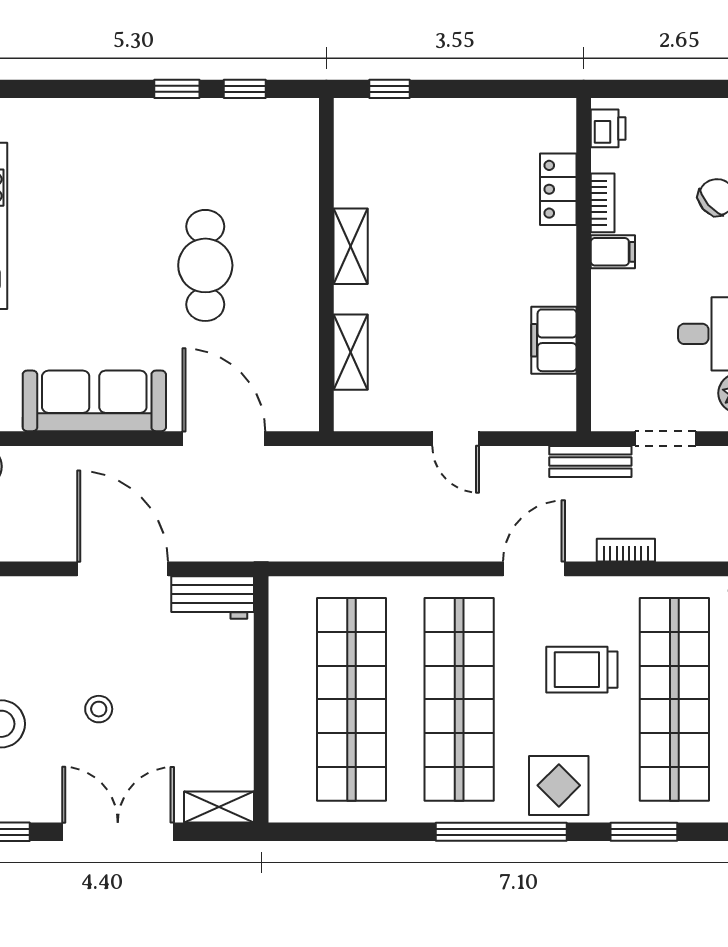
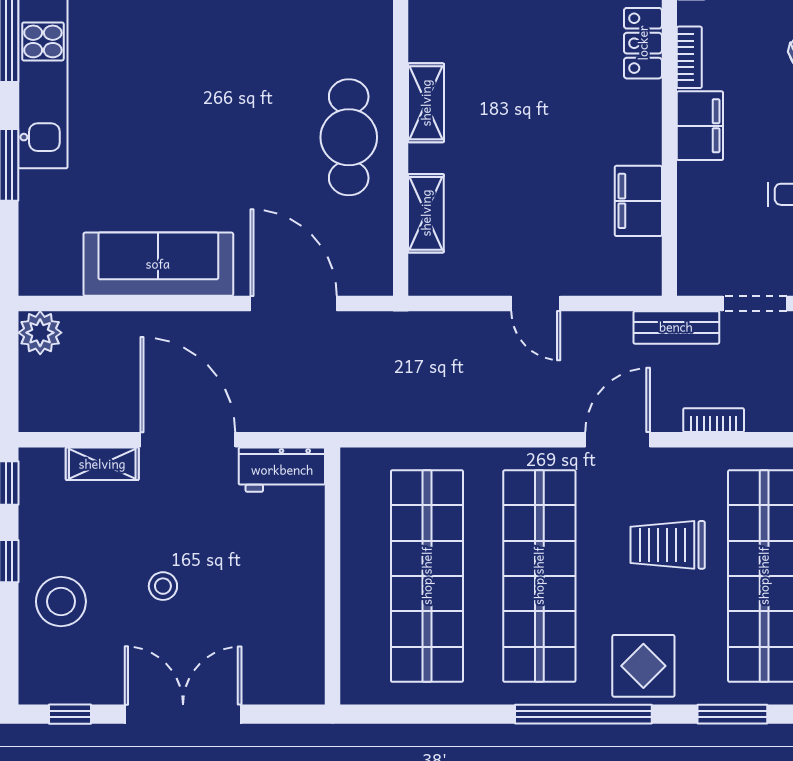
filing cabinet: (613, 252) -> (700, 126), width x2.00
cafe table: (205, 265) -> (349, 137), moved
shelving: (219, 807) -> (102, 464), moved

